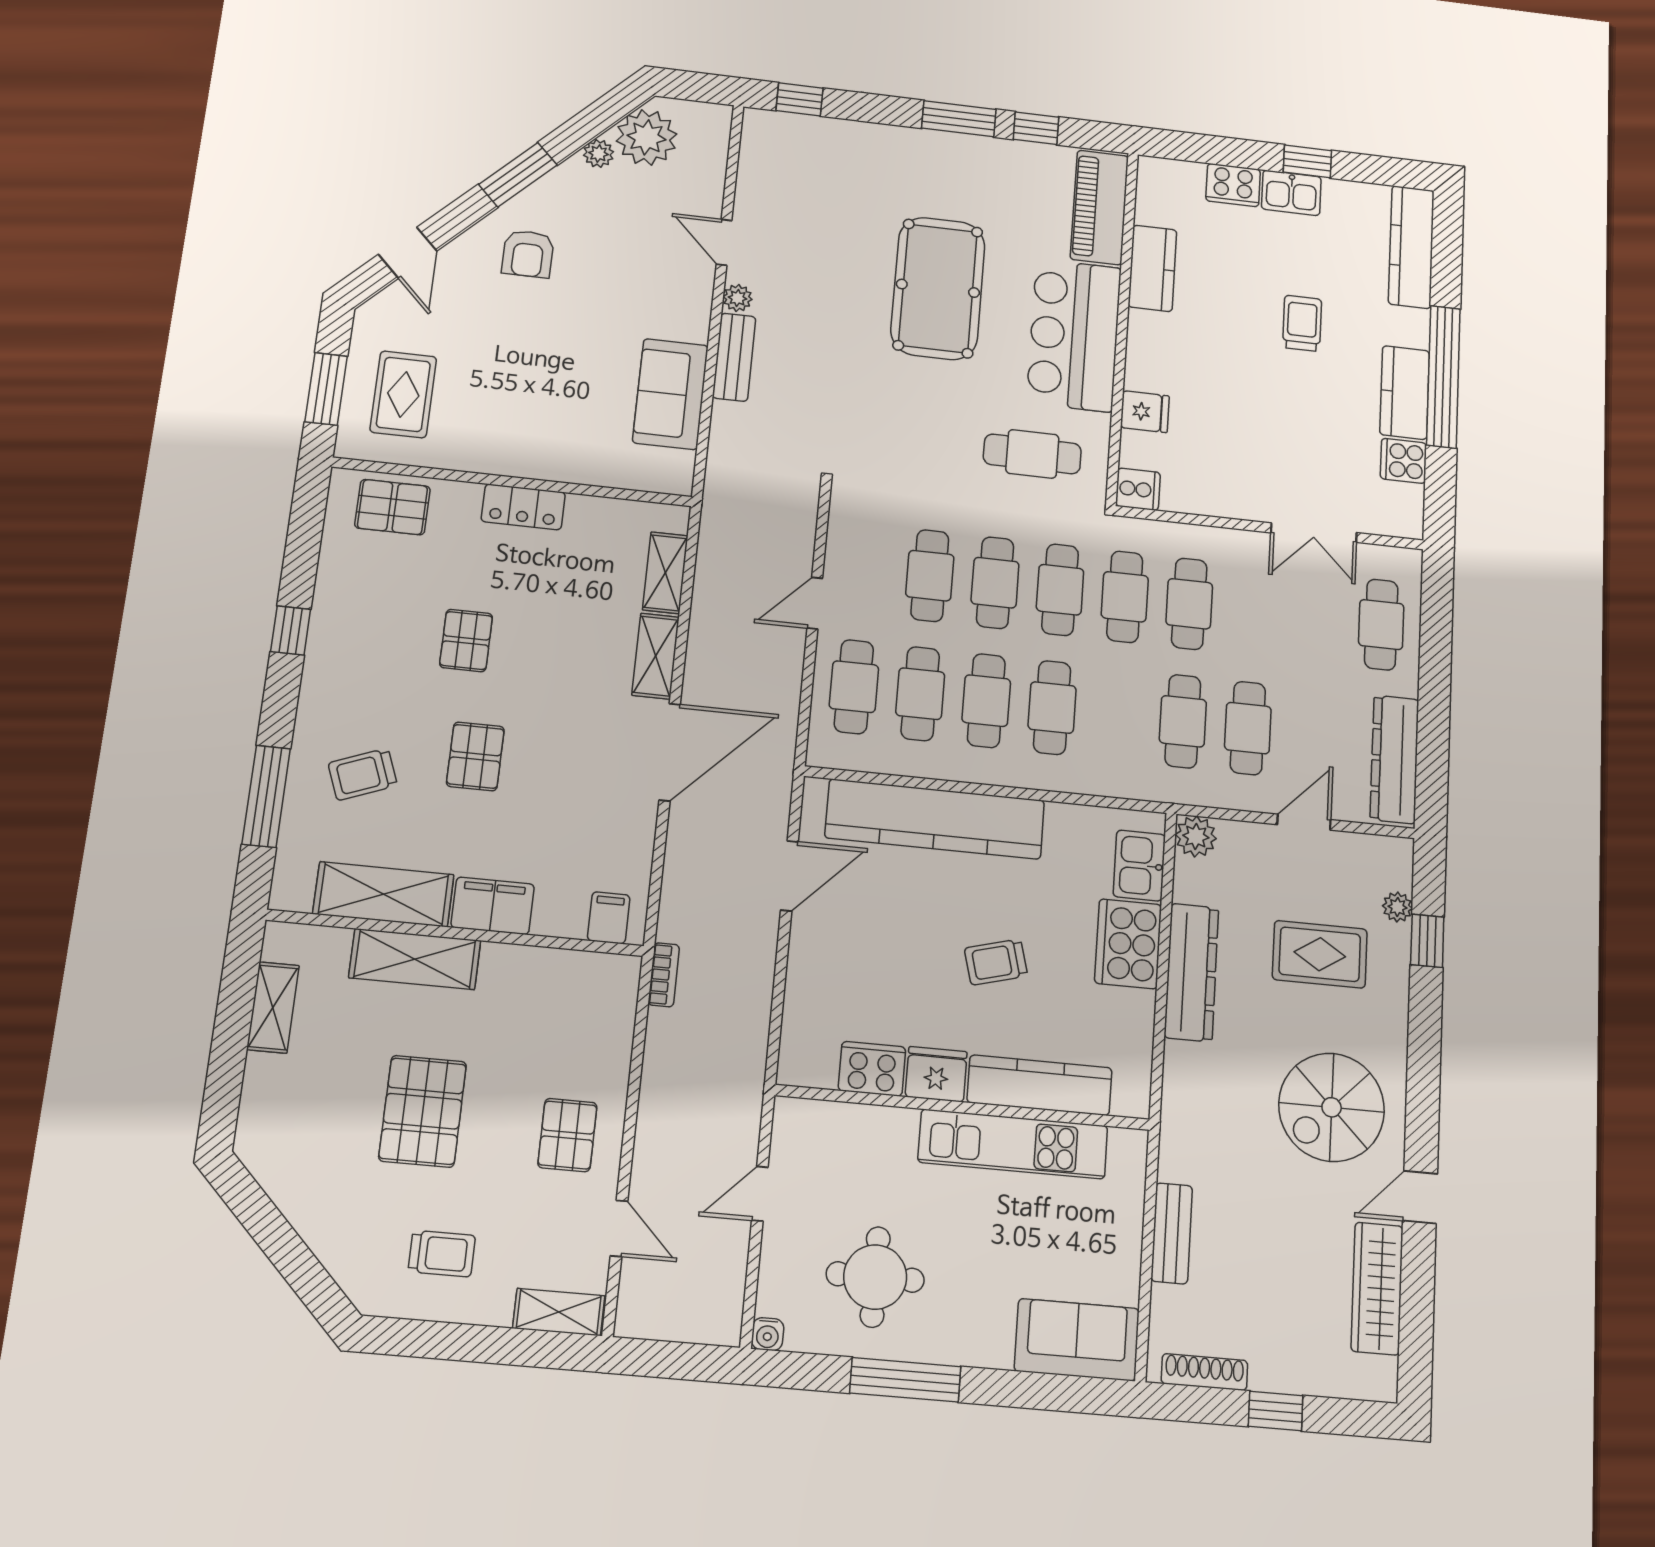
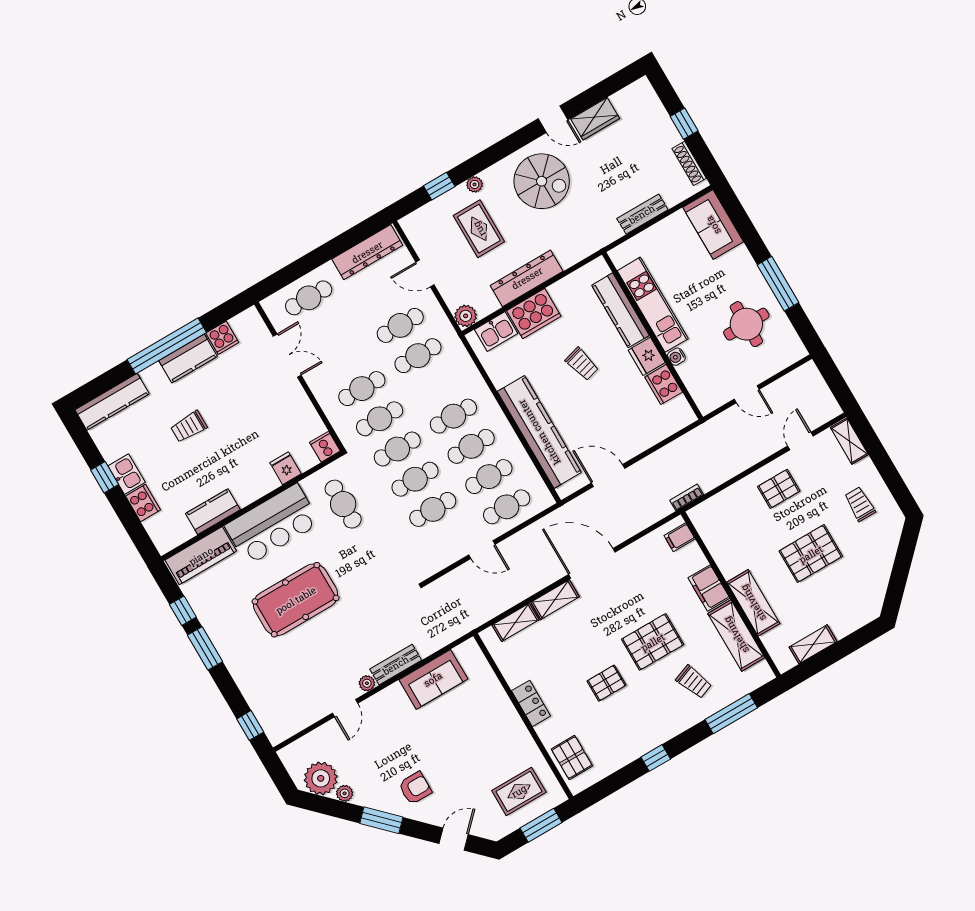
pallet: (475, 756) -> (653, 642), width x1.50, depth x1.42
plant: (1397, 907) -> (475, 184), moved
wardrobe: (1377, 1288) -> (595, 119), width x0.67
water cooler: (768, 1334) -> (676, 357), moved, turned 180

